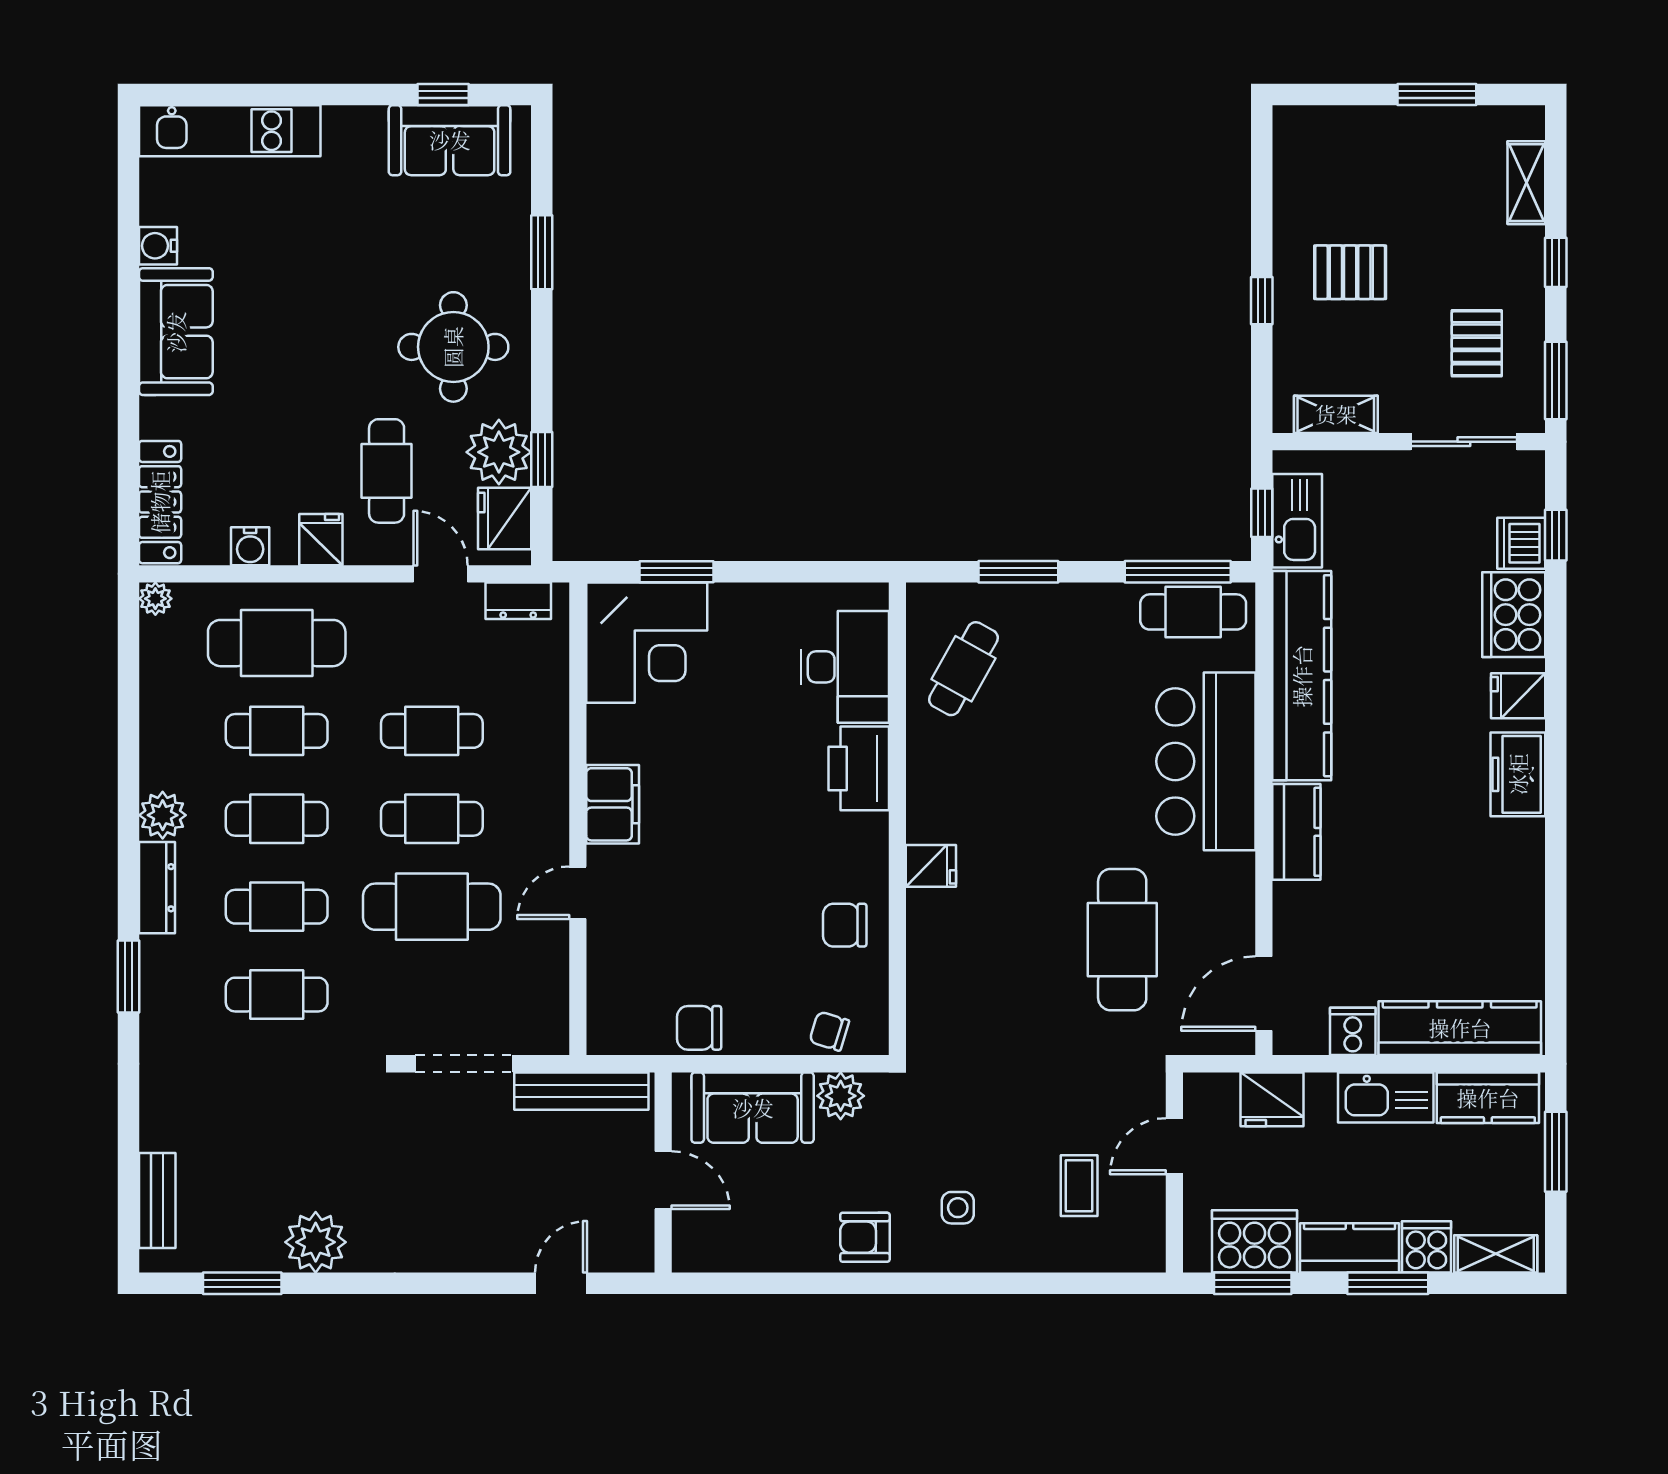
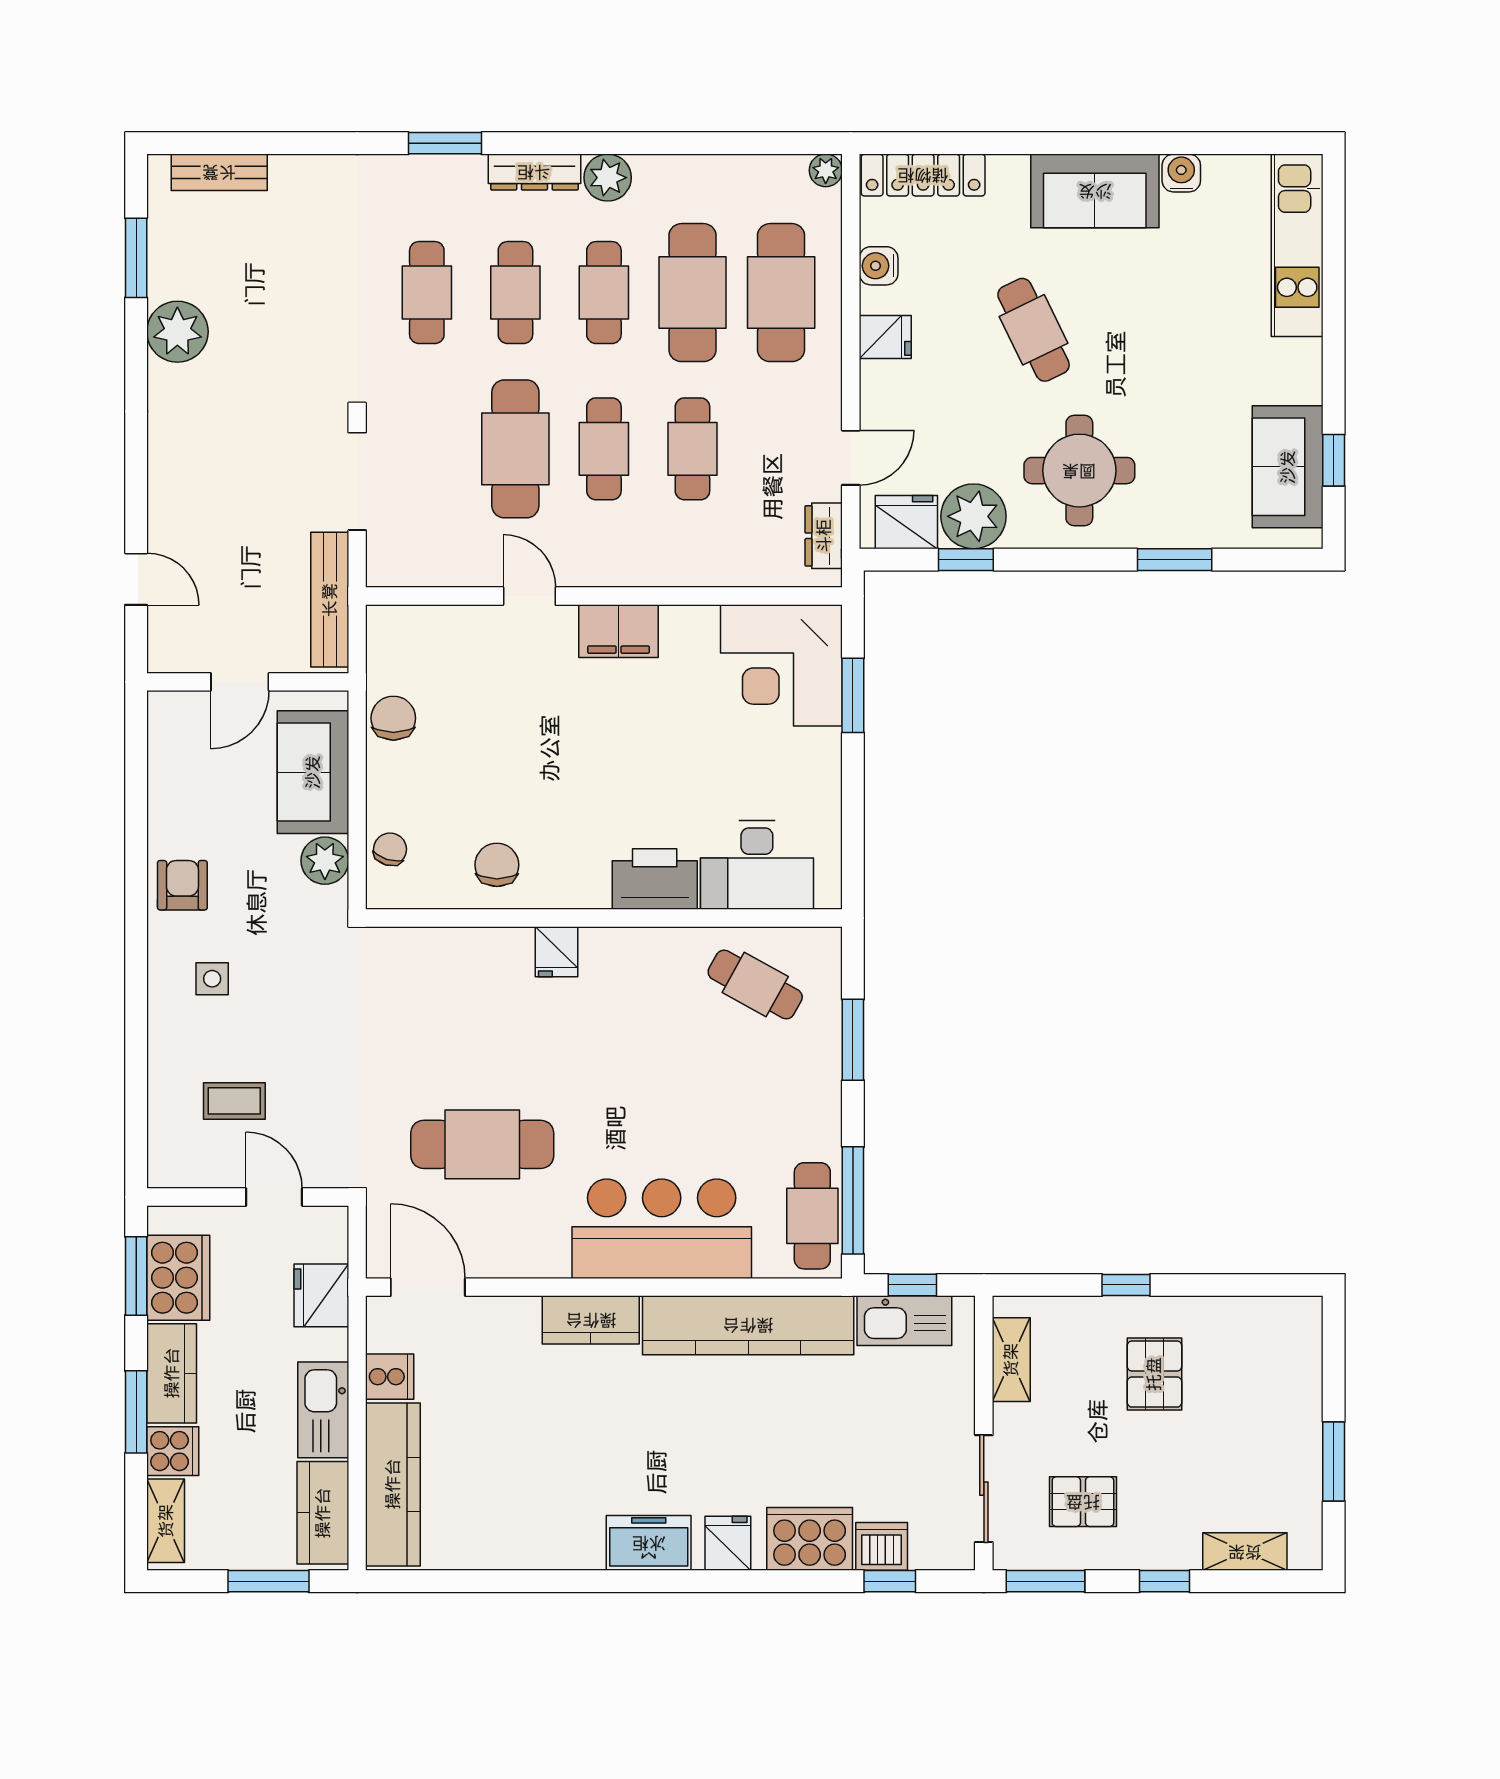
cafe table: (387, 471) -> (1034, 330), moved, turned 64
cafe table: (277, 731) -> (692, 293), width x1.37, depth x1.35

